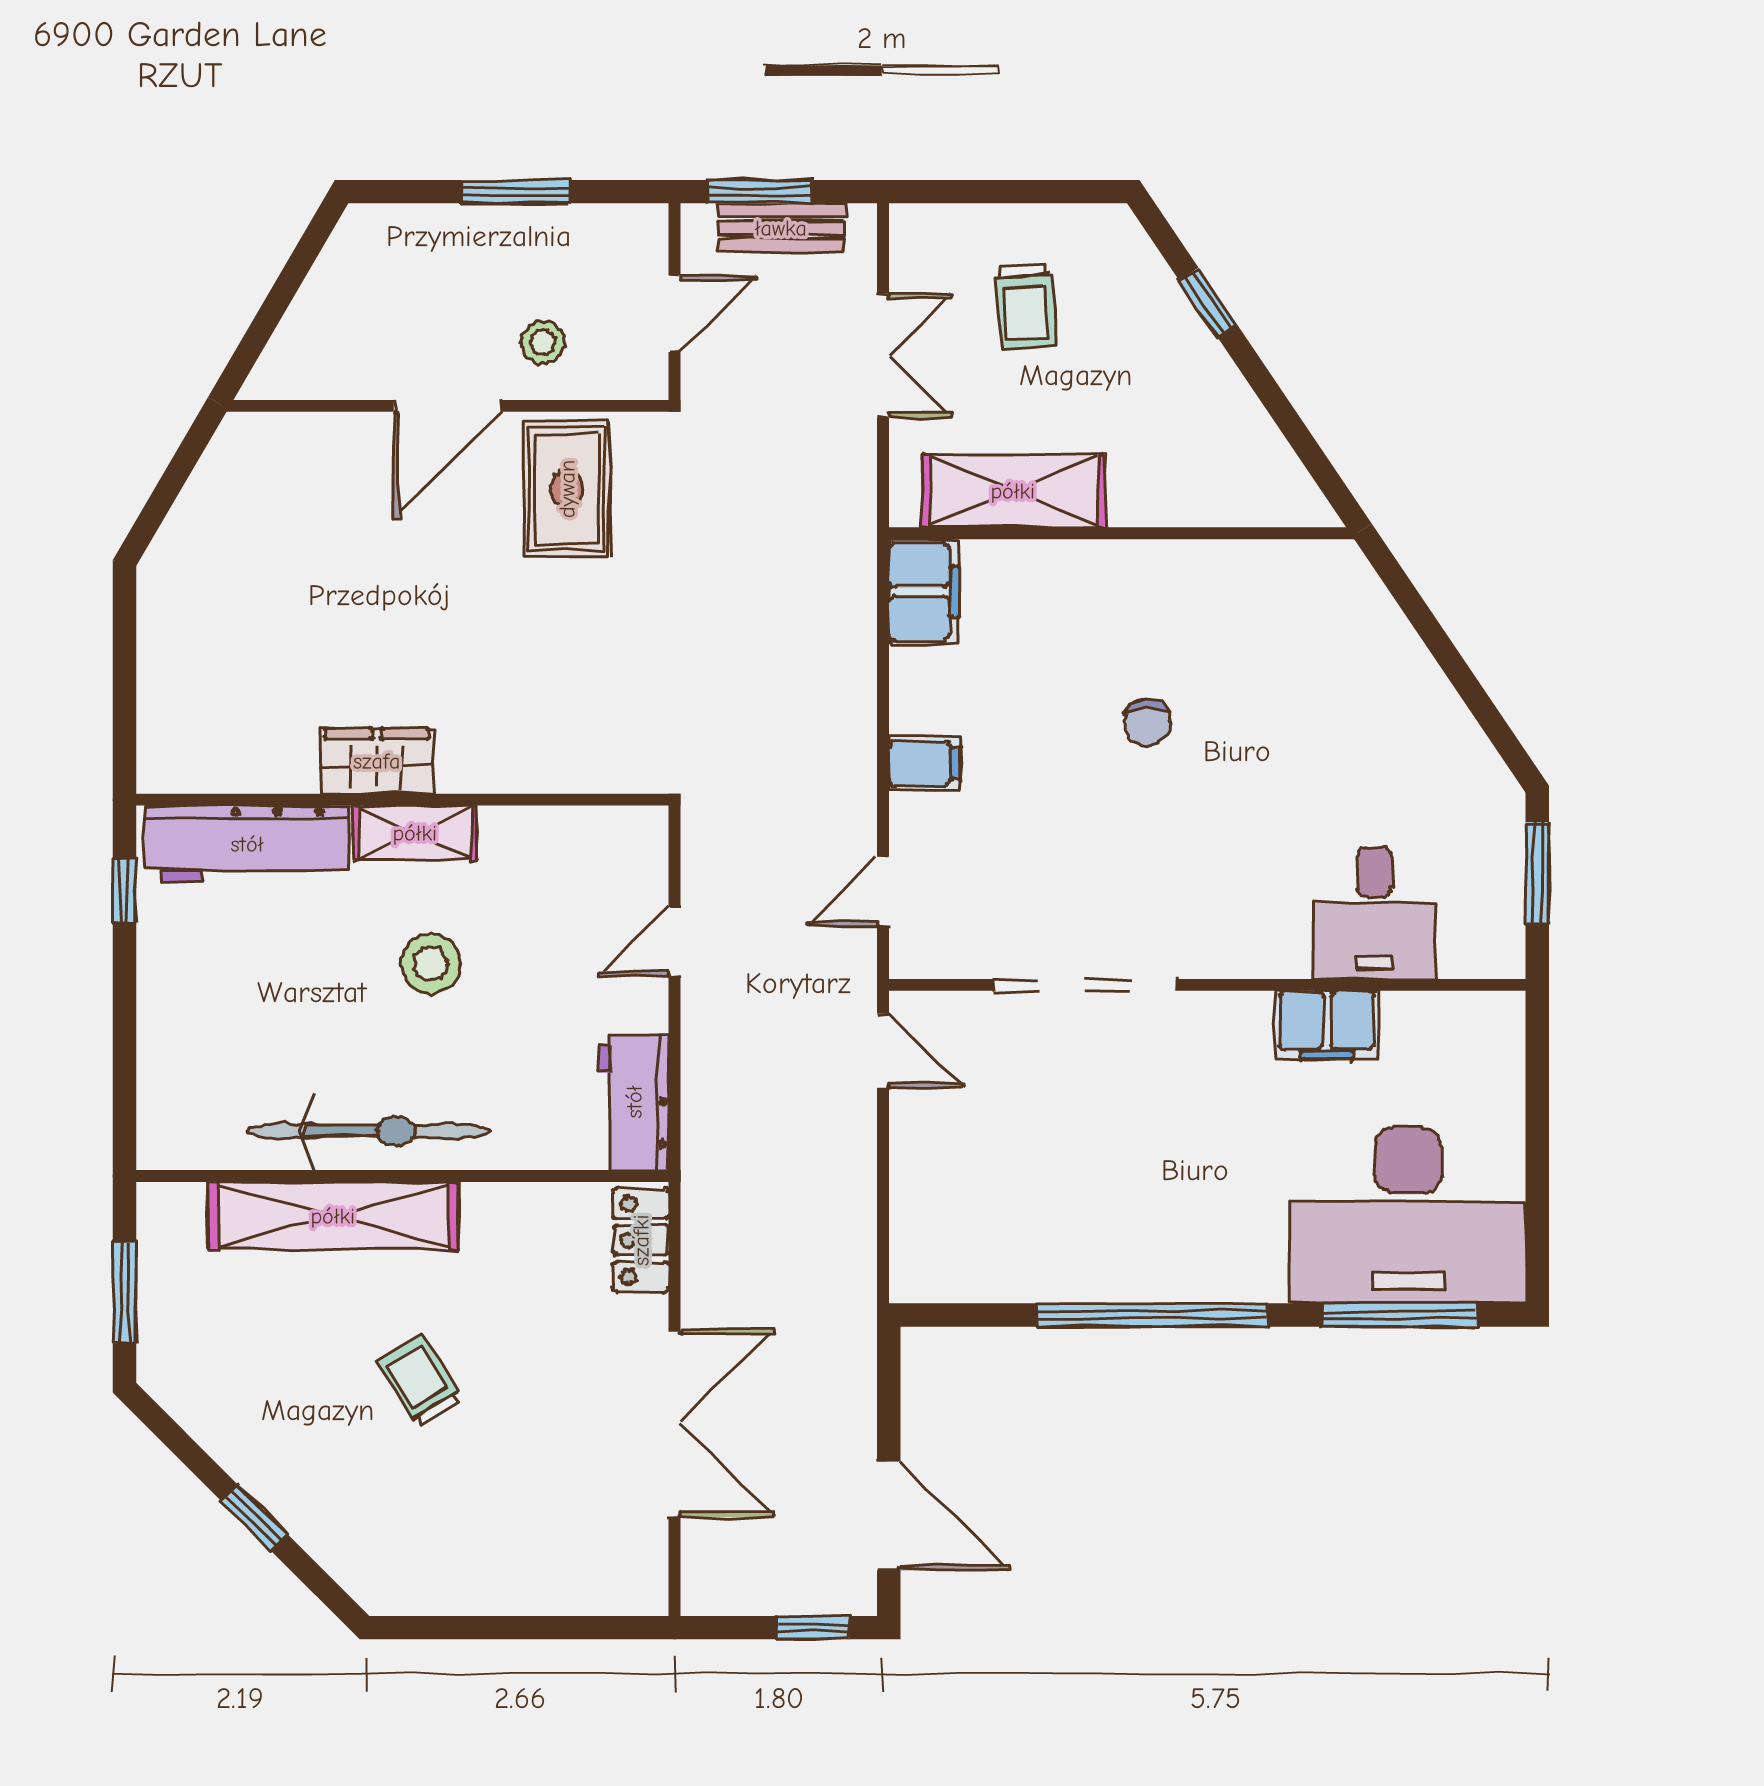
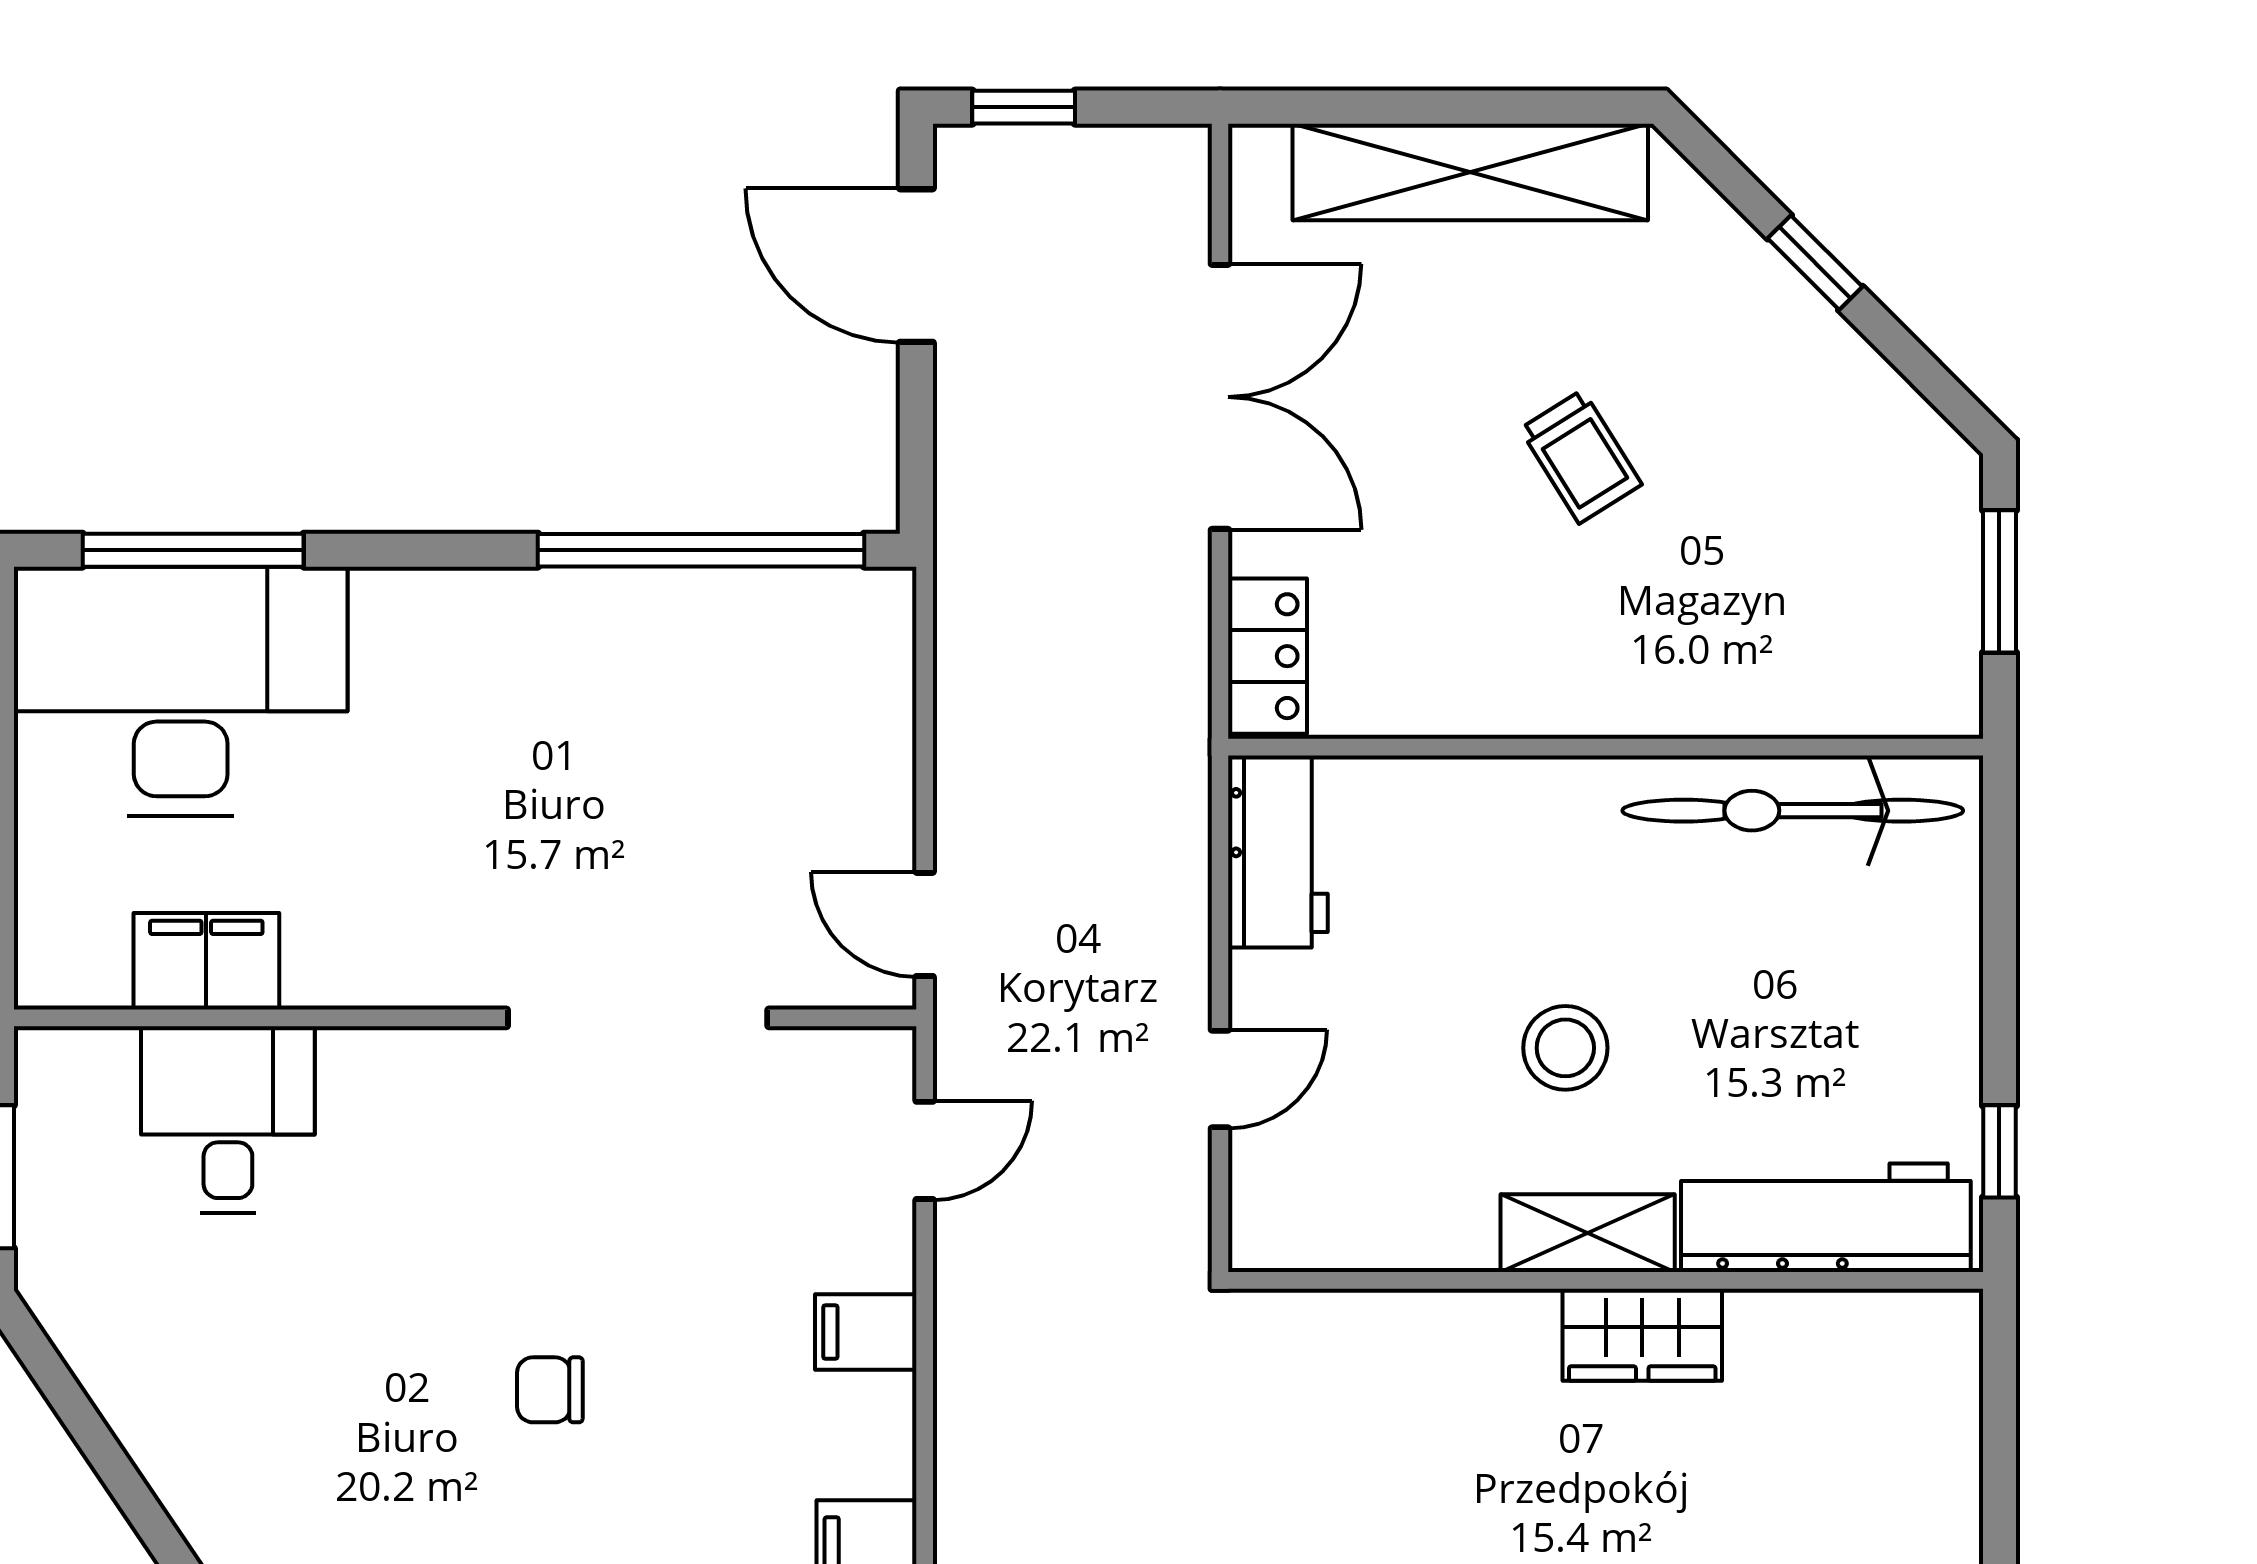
chair: (1147, 722) -> (550, 1390), turned -85
filing cabinet: (1327, 1025) -> (206, 961), moved
bicycle: (368, 1131) -> (1793, 811), moved
shelving: (333, 1216) -> (1470, 172), moved
window: (1152, 1315) -> (701, 550), moved
double door: (675, 1423) -> (1220, 397), swing flipped

